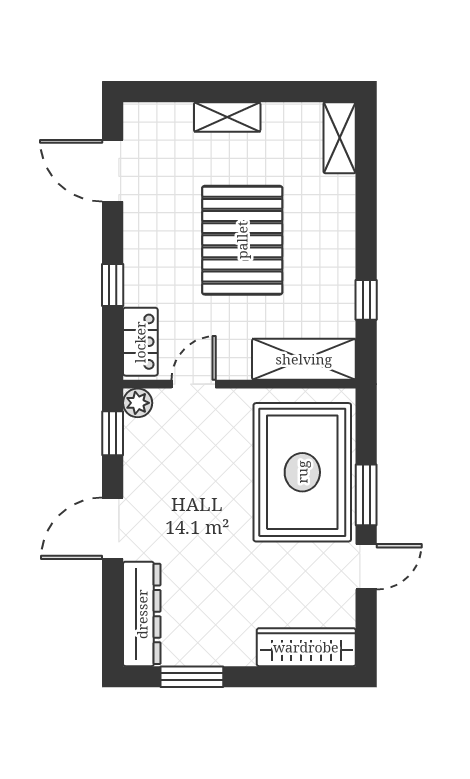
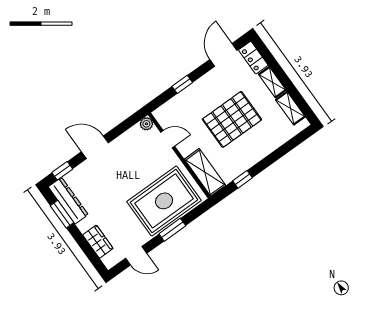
shelving: (340, 138) -> (290, 108), moved, turned 90
locker: (140, 342) -> (253, 58), moved, turned 90
window: (113, 433) -> (62, 171), moved
door: (366, 567) -> (136, 256), moved
dresser: (142, 614) -> (68, 201), moved, turned -90
wardrobe: (306, 647) -> (98, 242), width x0.67

